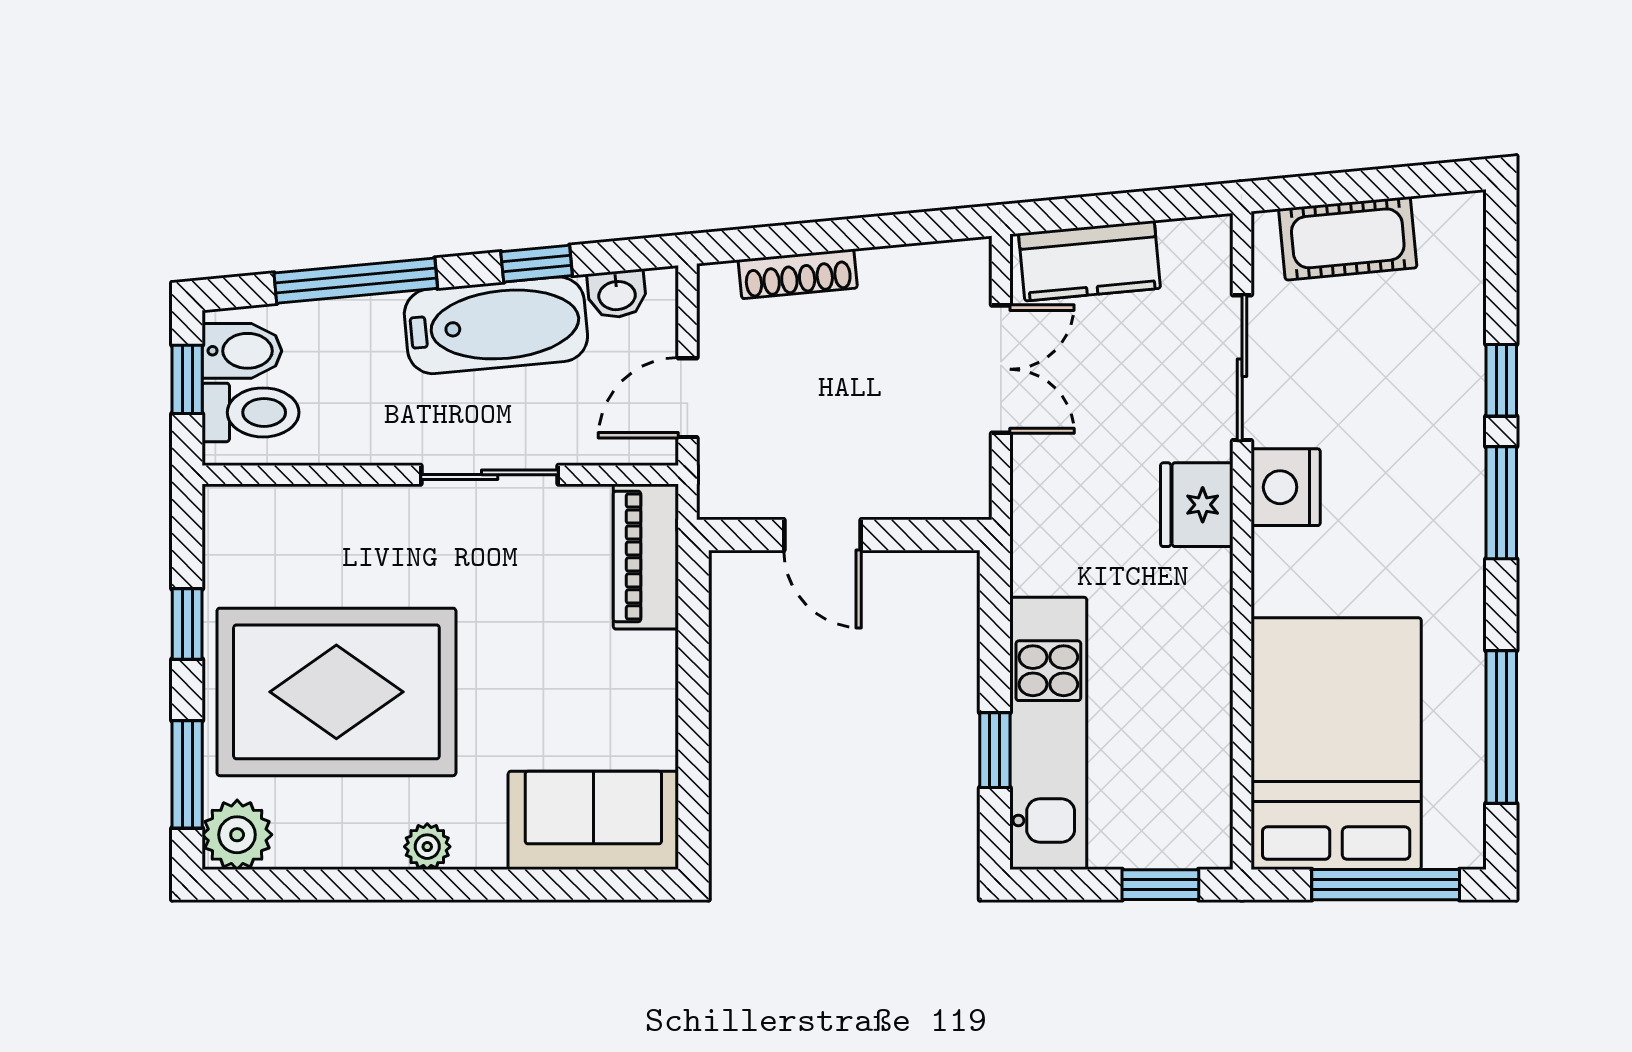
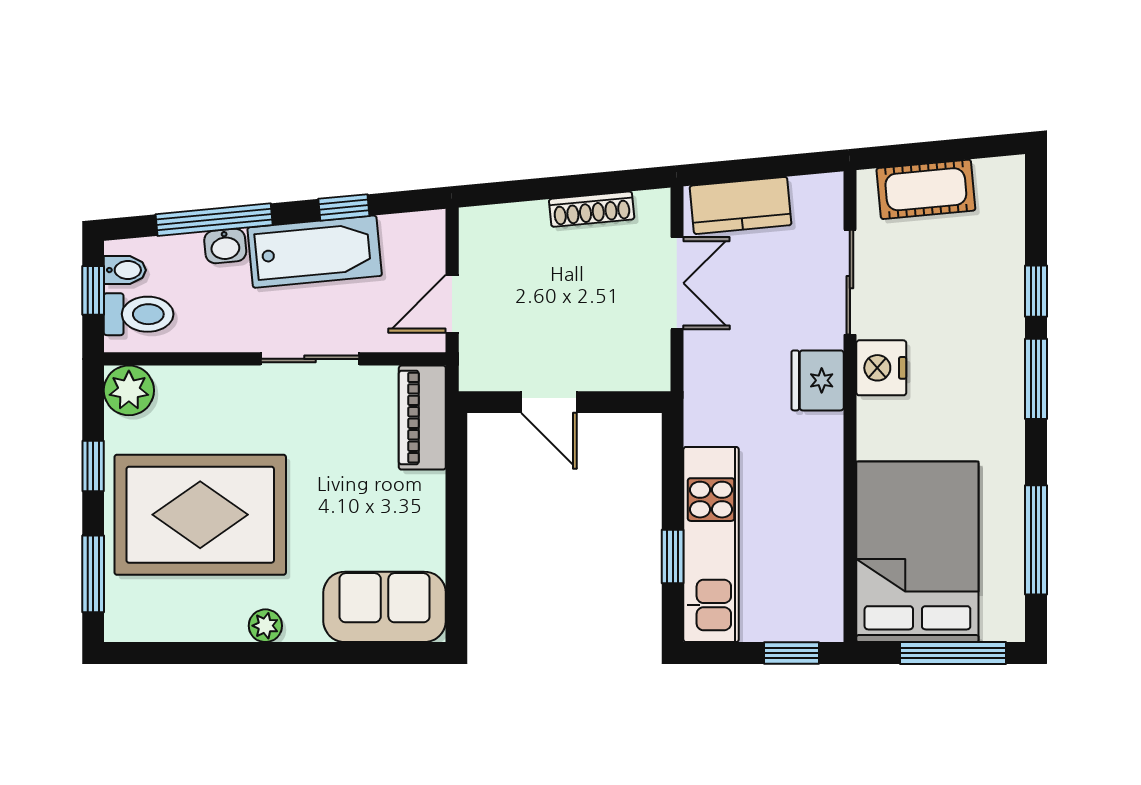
shoe rack: (798, 274) -> (592, 209), moved
washbasin: (617, 294) -> (225, 246), moved
bidet: (242, 351) -> (125, 270), width x0.72, depth x0.74
plant: (237, 835) -> (129, 390), moved

